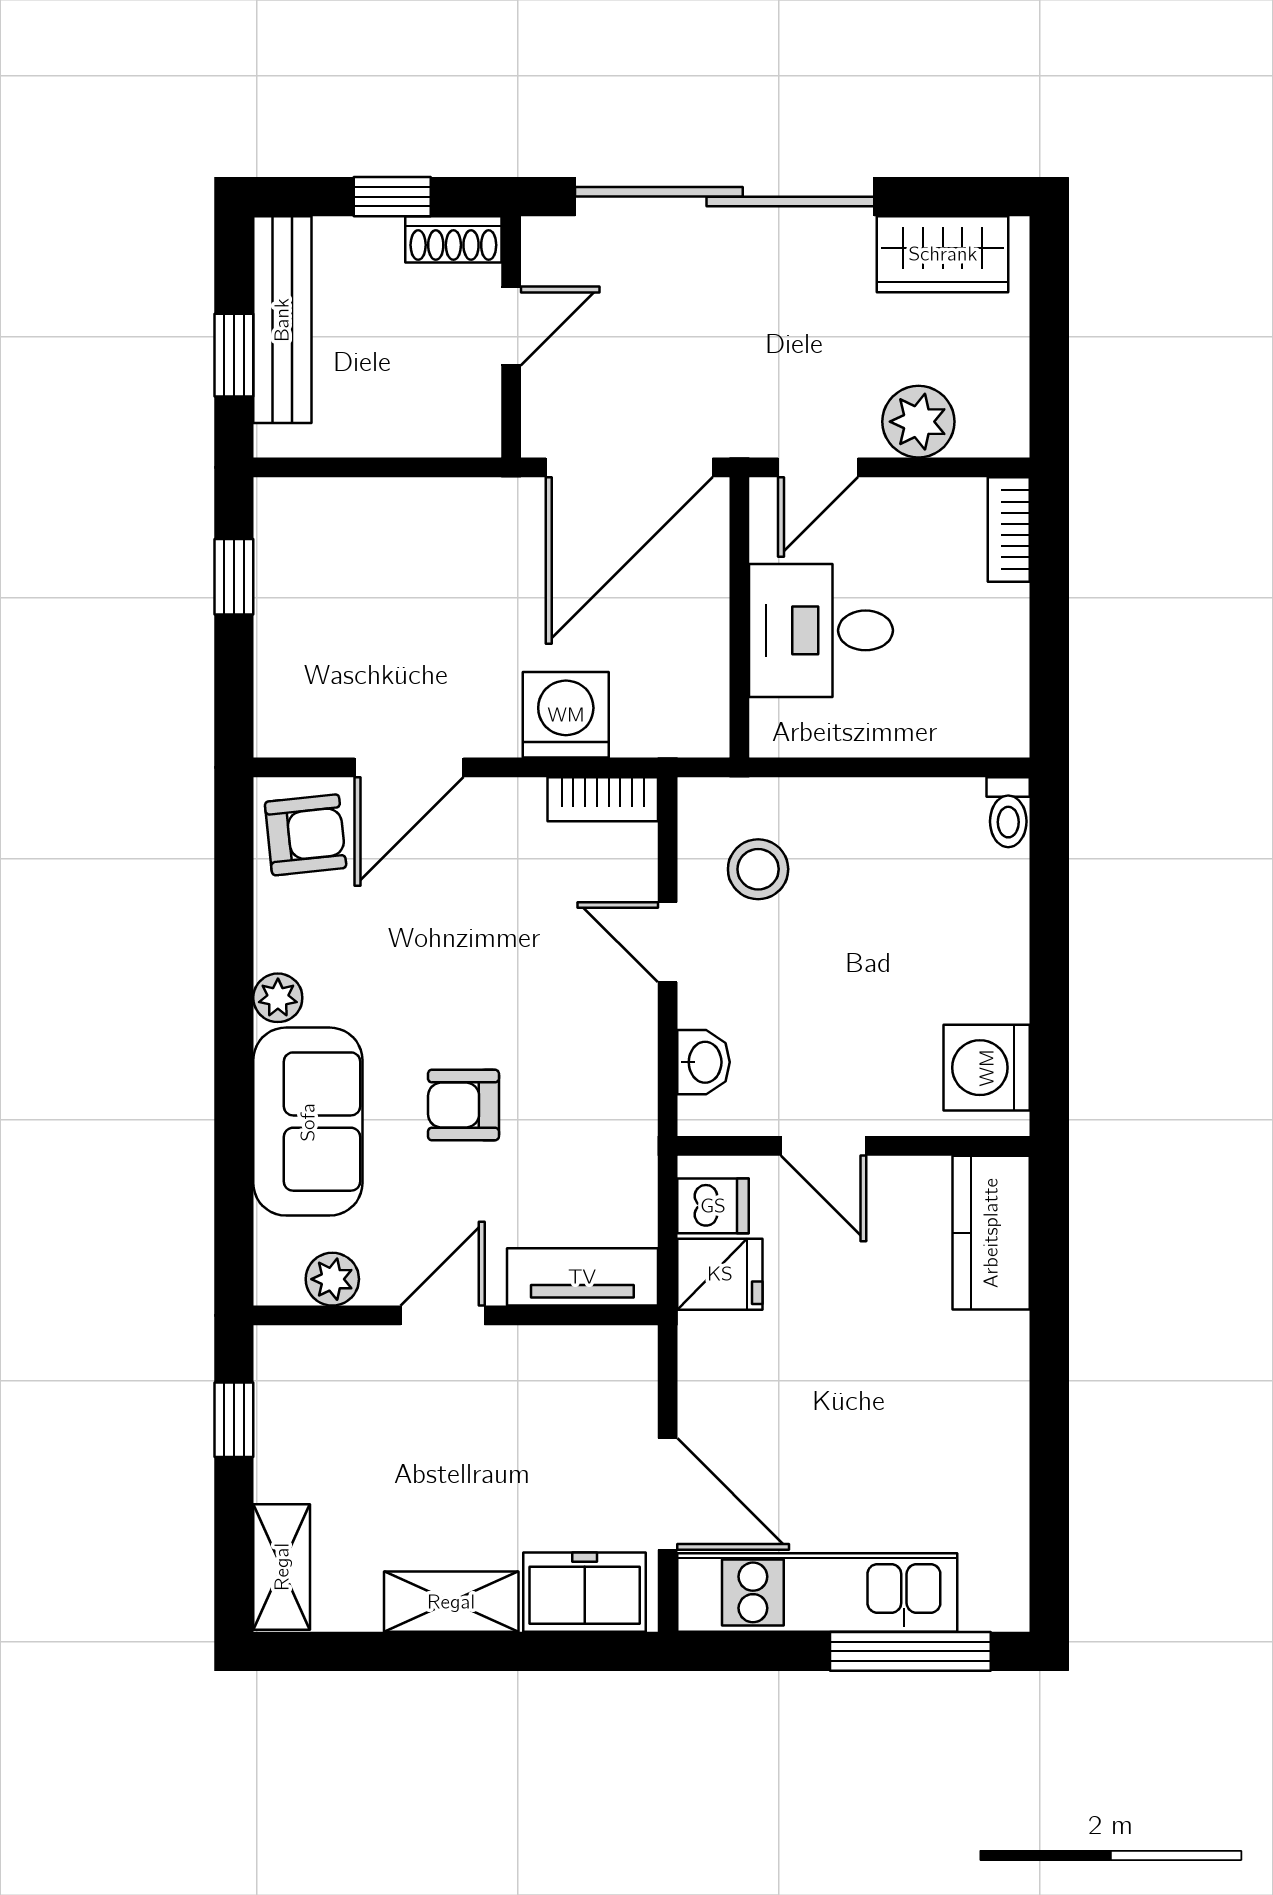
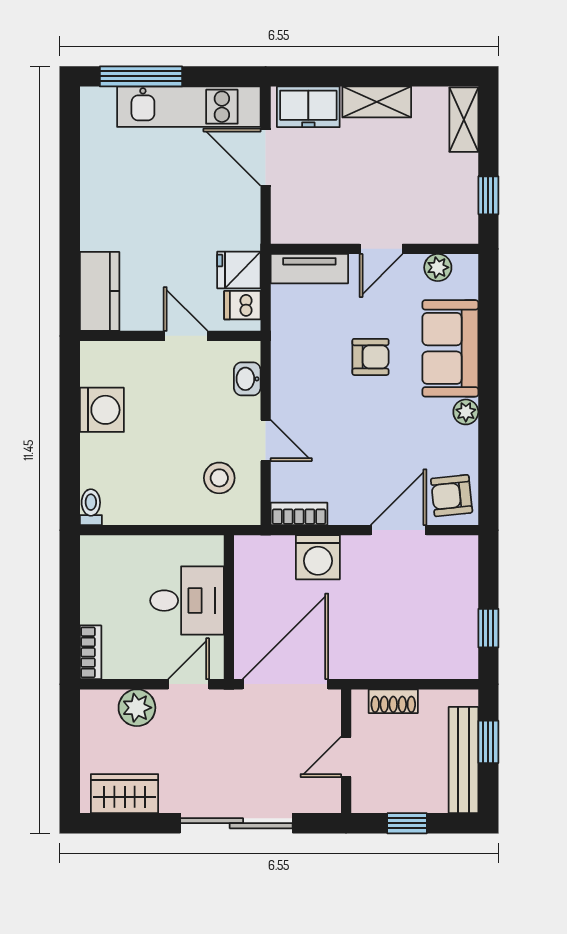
sliding door: (725, 197) -> (236, 823), width x0.73
shoe rack: (453, 239) -> (393, 701), moved, turned 180
washing machine: (987, 1068) -> (102, 410), moved

